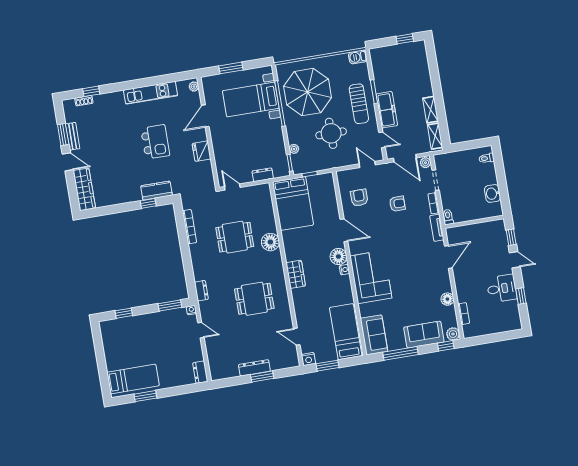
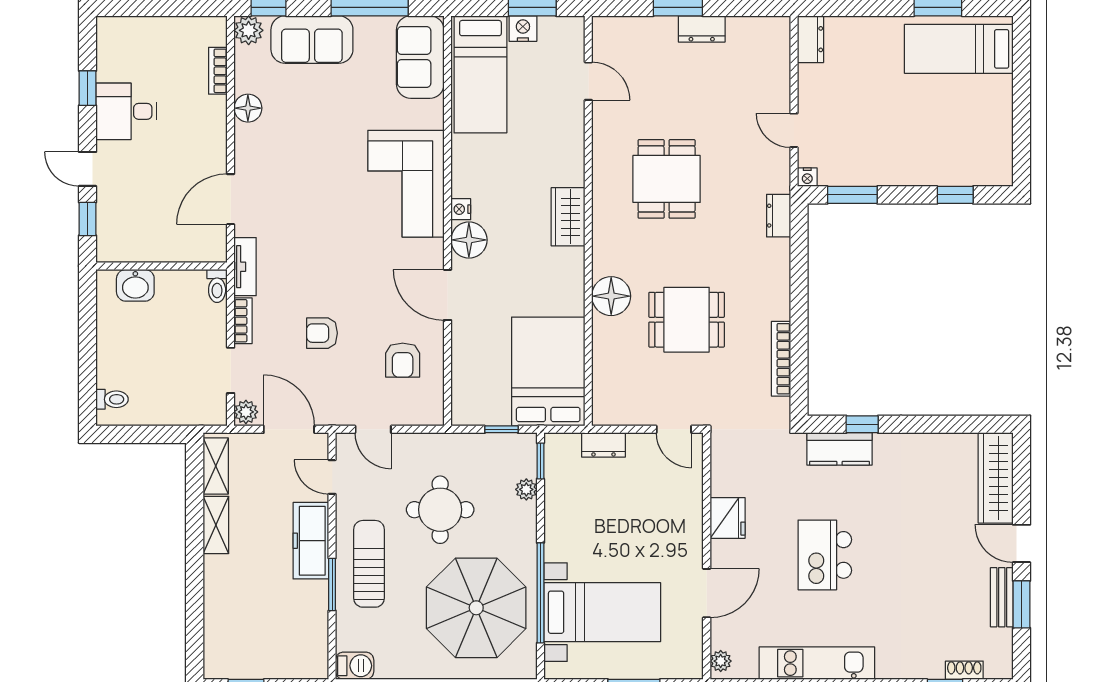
washbasin: (492, 193) -> (135, 285), moved, turned 90
dining table: (254, 299) -> (667, 179), turned 90
nightstand: (308, 359) -> (523, 29), moved
dresser: (254, 368) -> (702, 29), width x0.70

